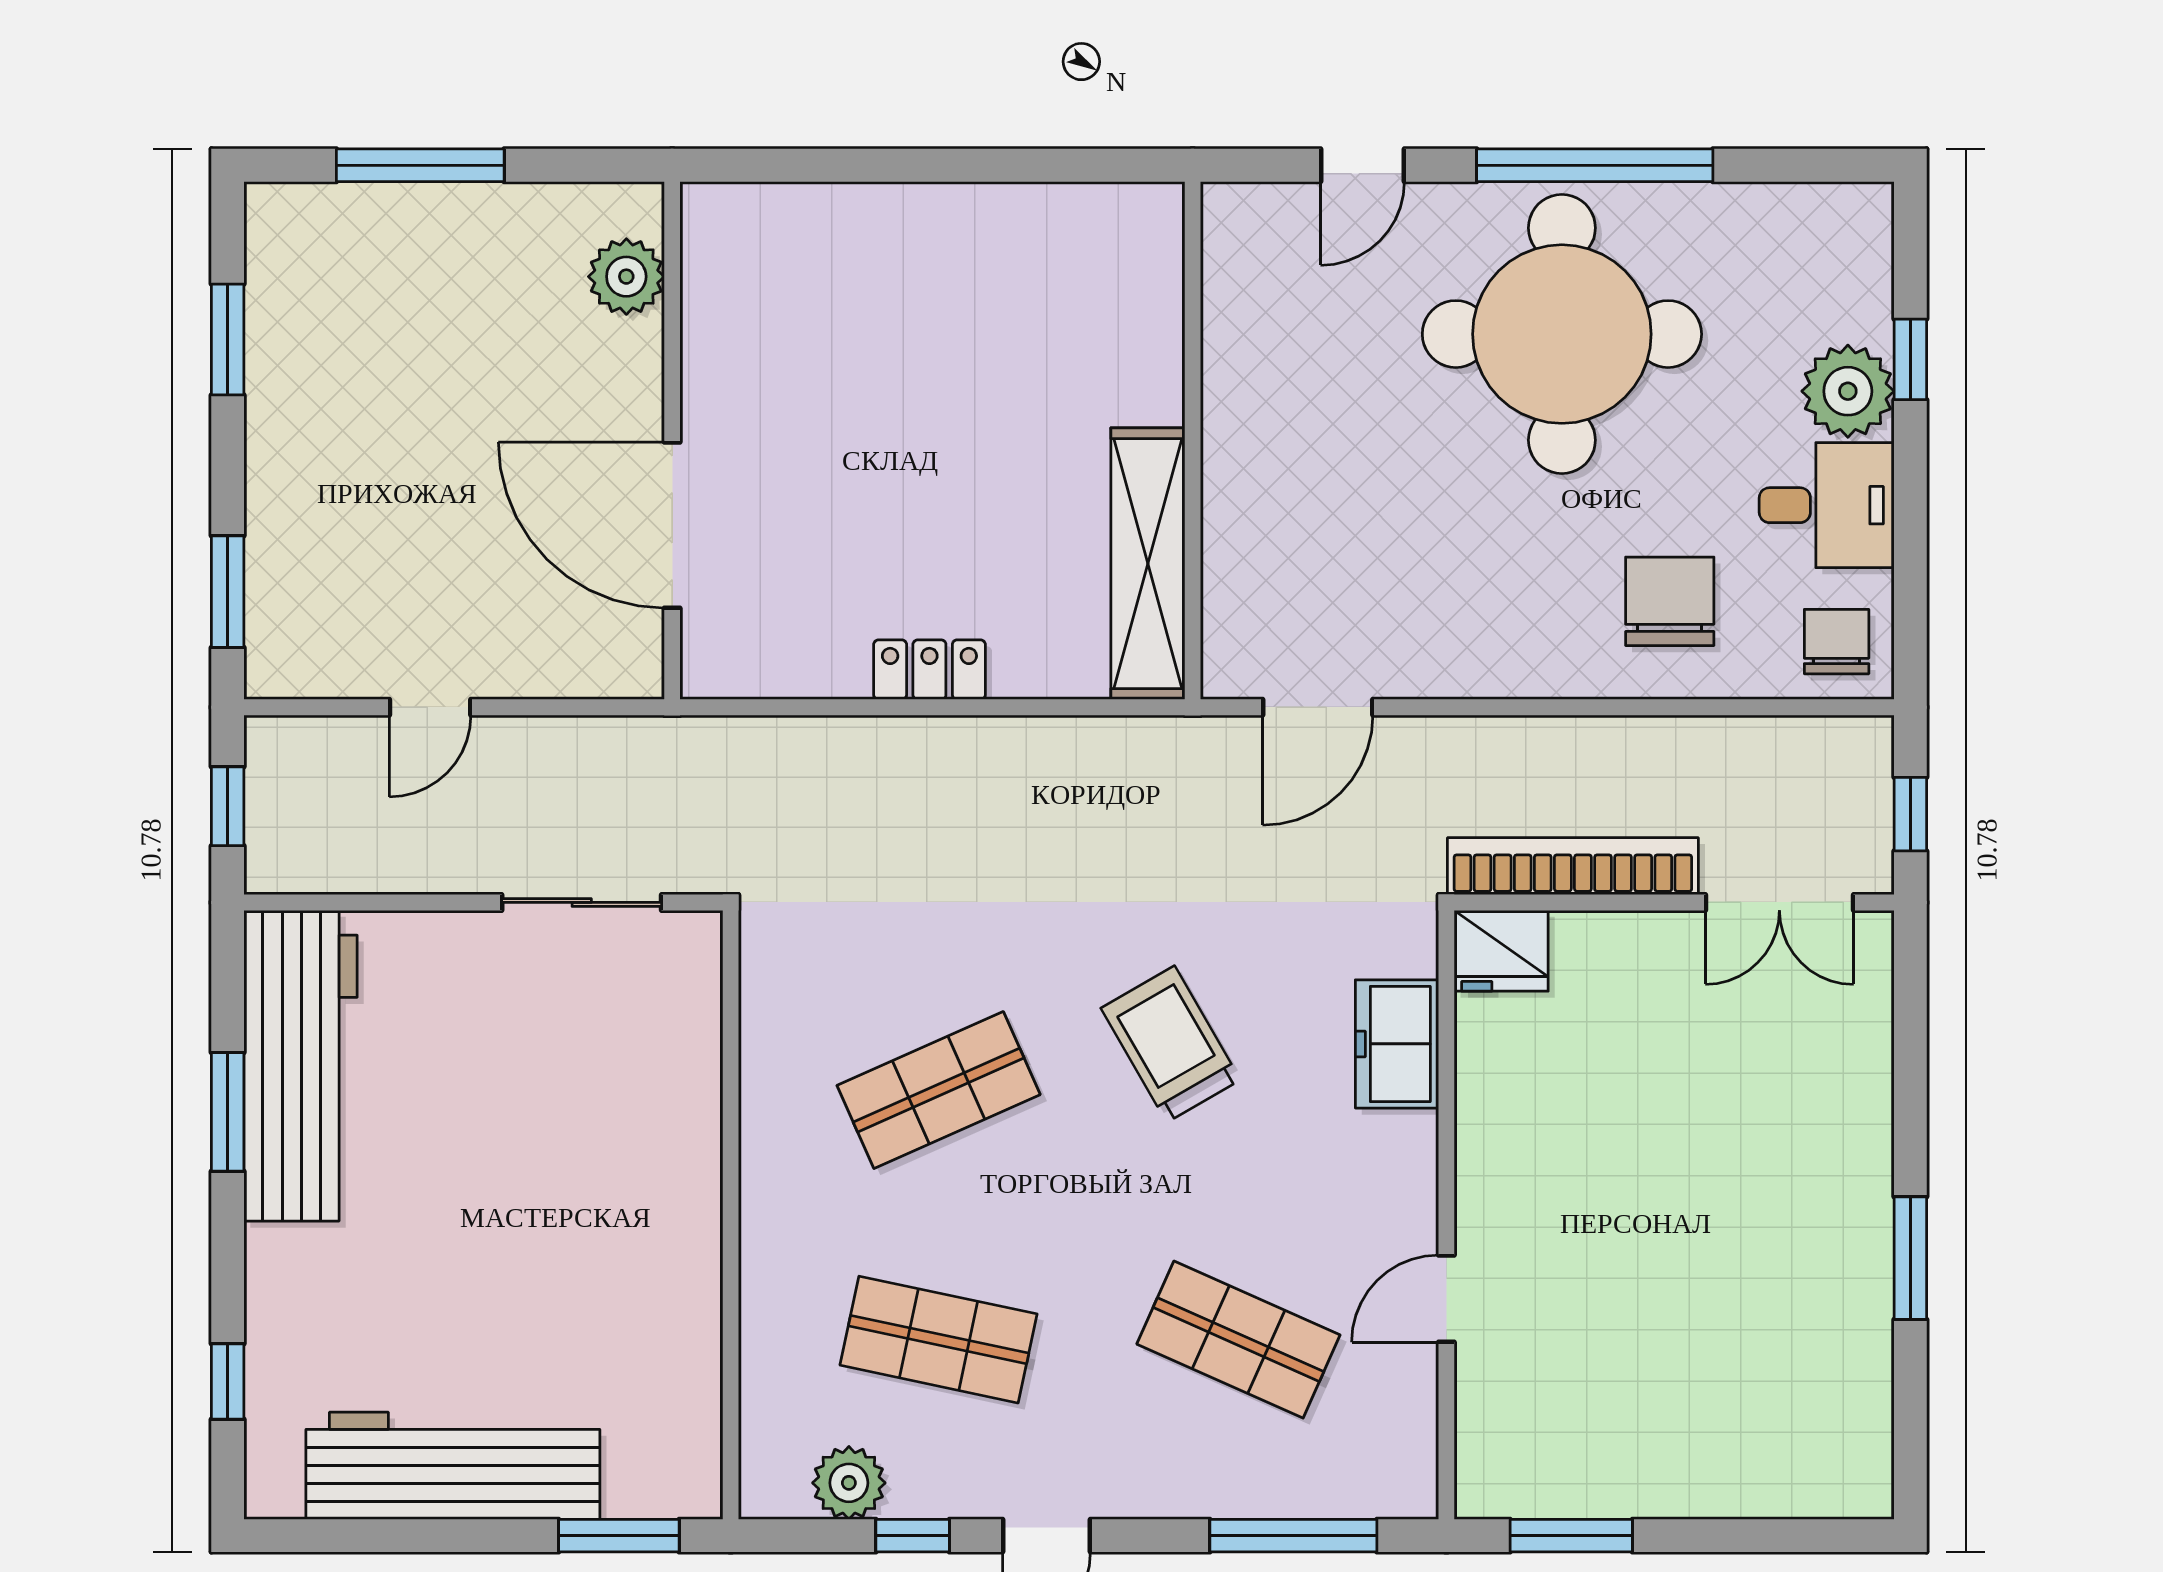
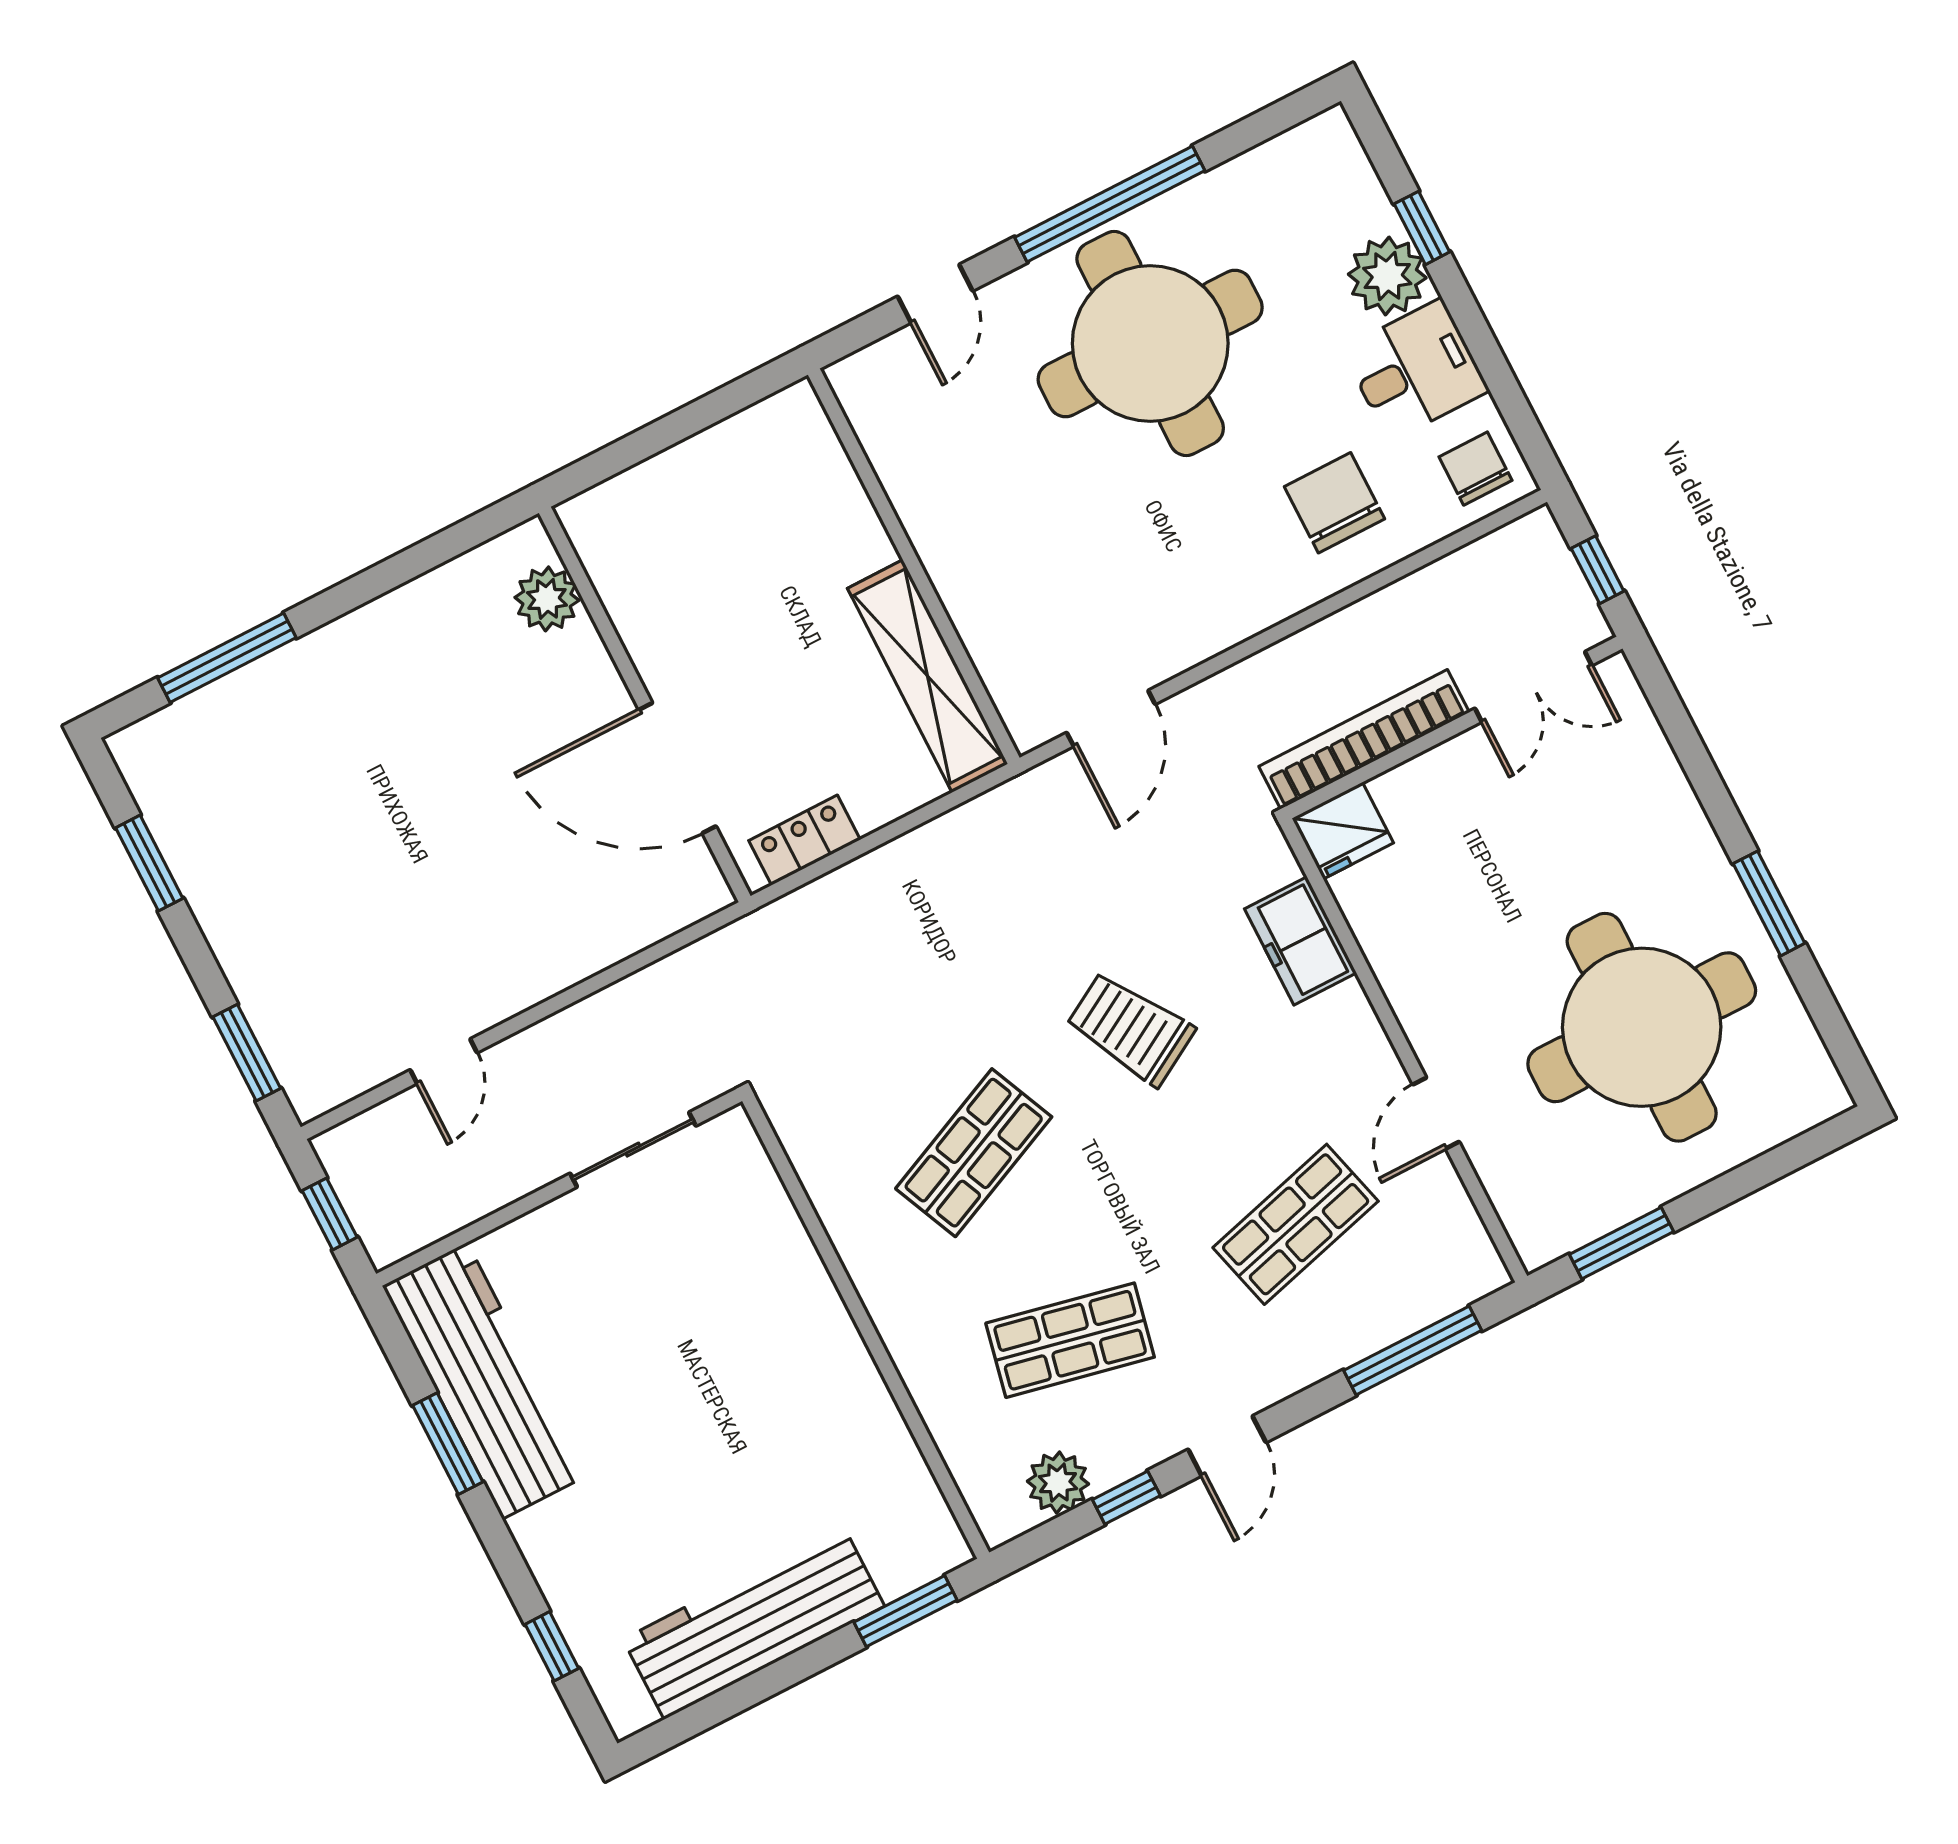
plant: (626, 277) -> (547, 599), moved
wall: (672, 440) -> (645, 704), moved
door: (672, 525) -> (677, 768), moved
round table: (1709, 1319) -> (1642, 1027), added
shop shelf: (1238, 1340) -> (1296, 1224), turned -39

